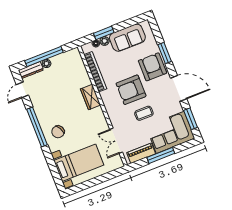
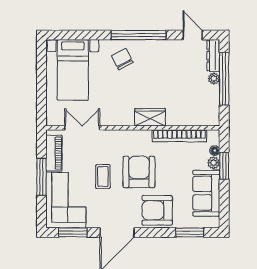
window: (165, 53) -> (190, 232), moved
armchair: (152, 67) -> (157, 210), turned 180

